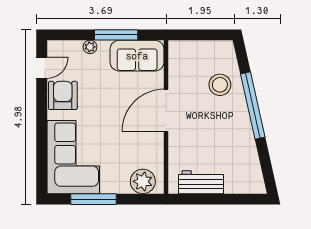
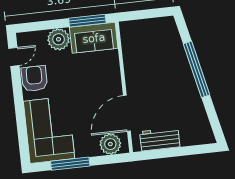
window: (116, 35) -> (87, 21), moved
plant: (90, 47) -> (59, 39), width x1.88, depth x1.88
stool: (220, 85) -> (167, 55), removed
door: (166, 110) -> (127, 113), moved

